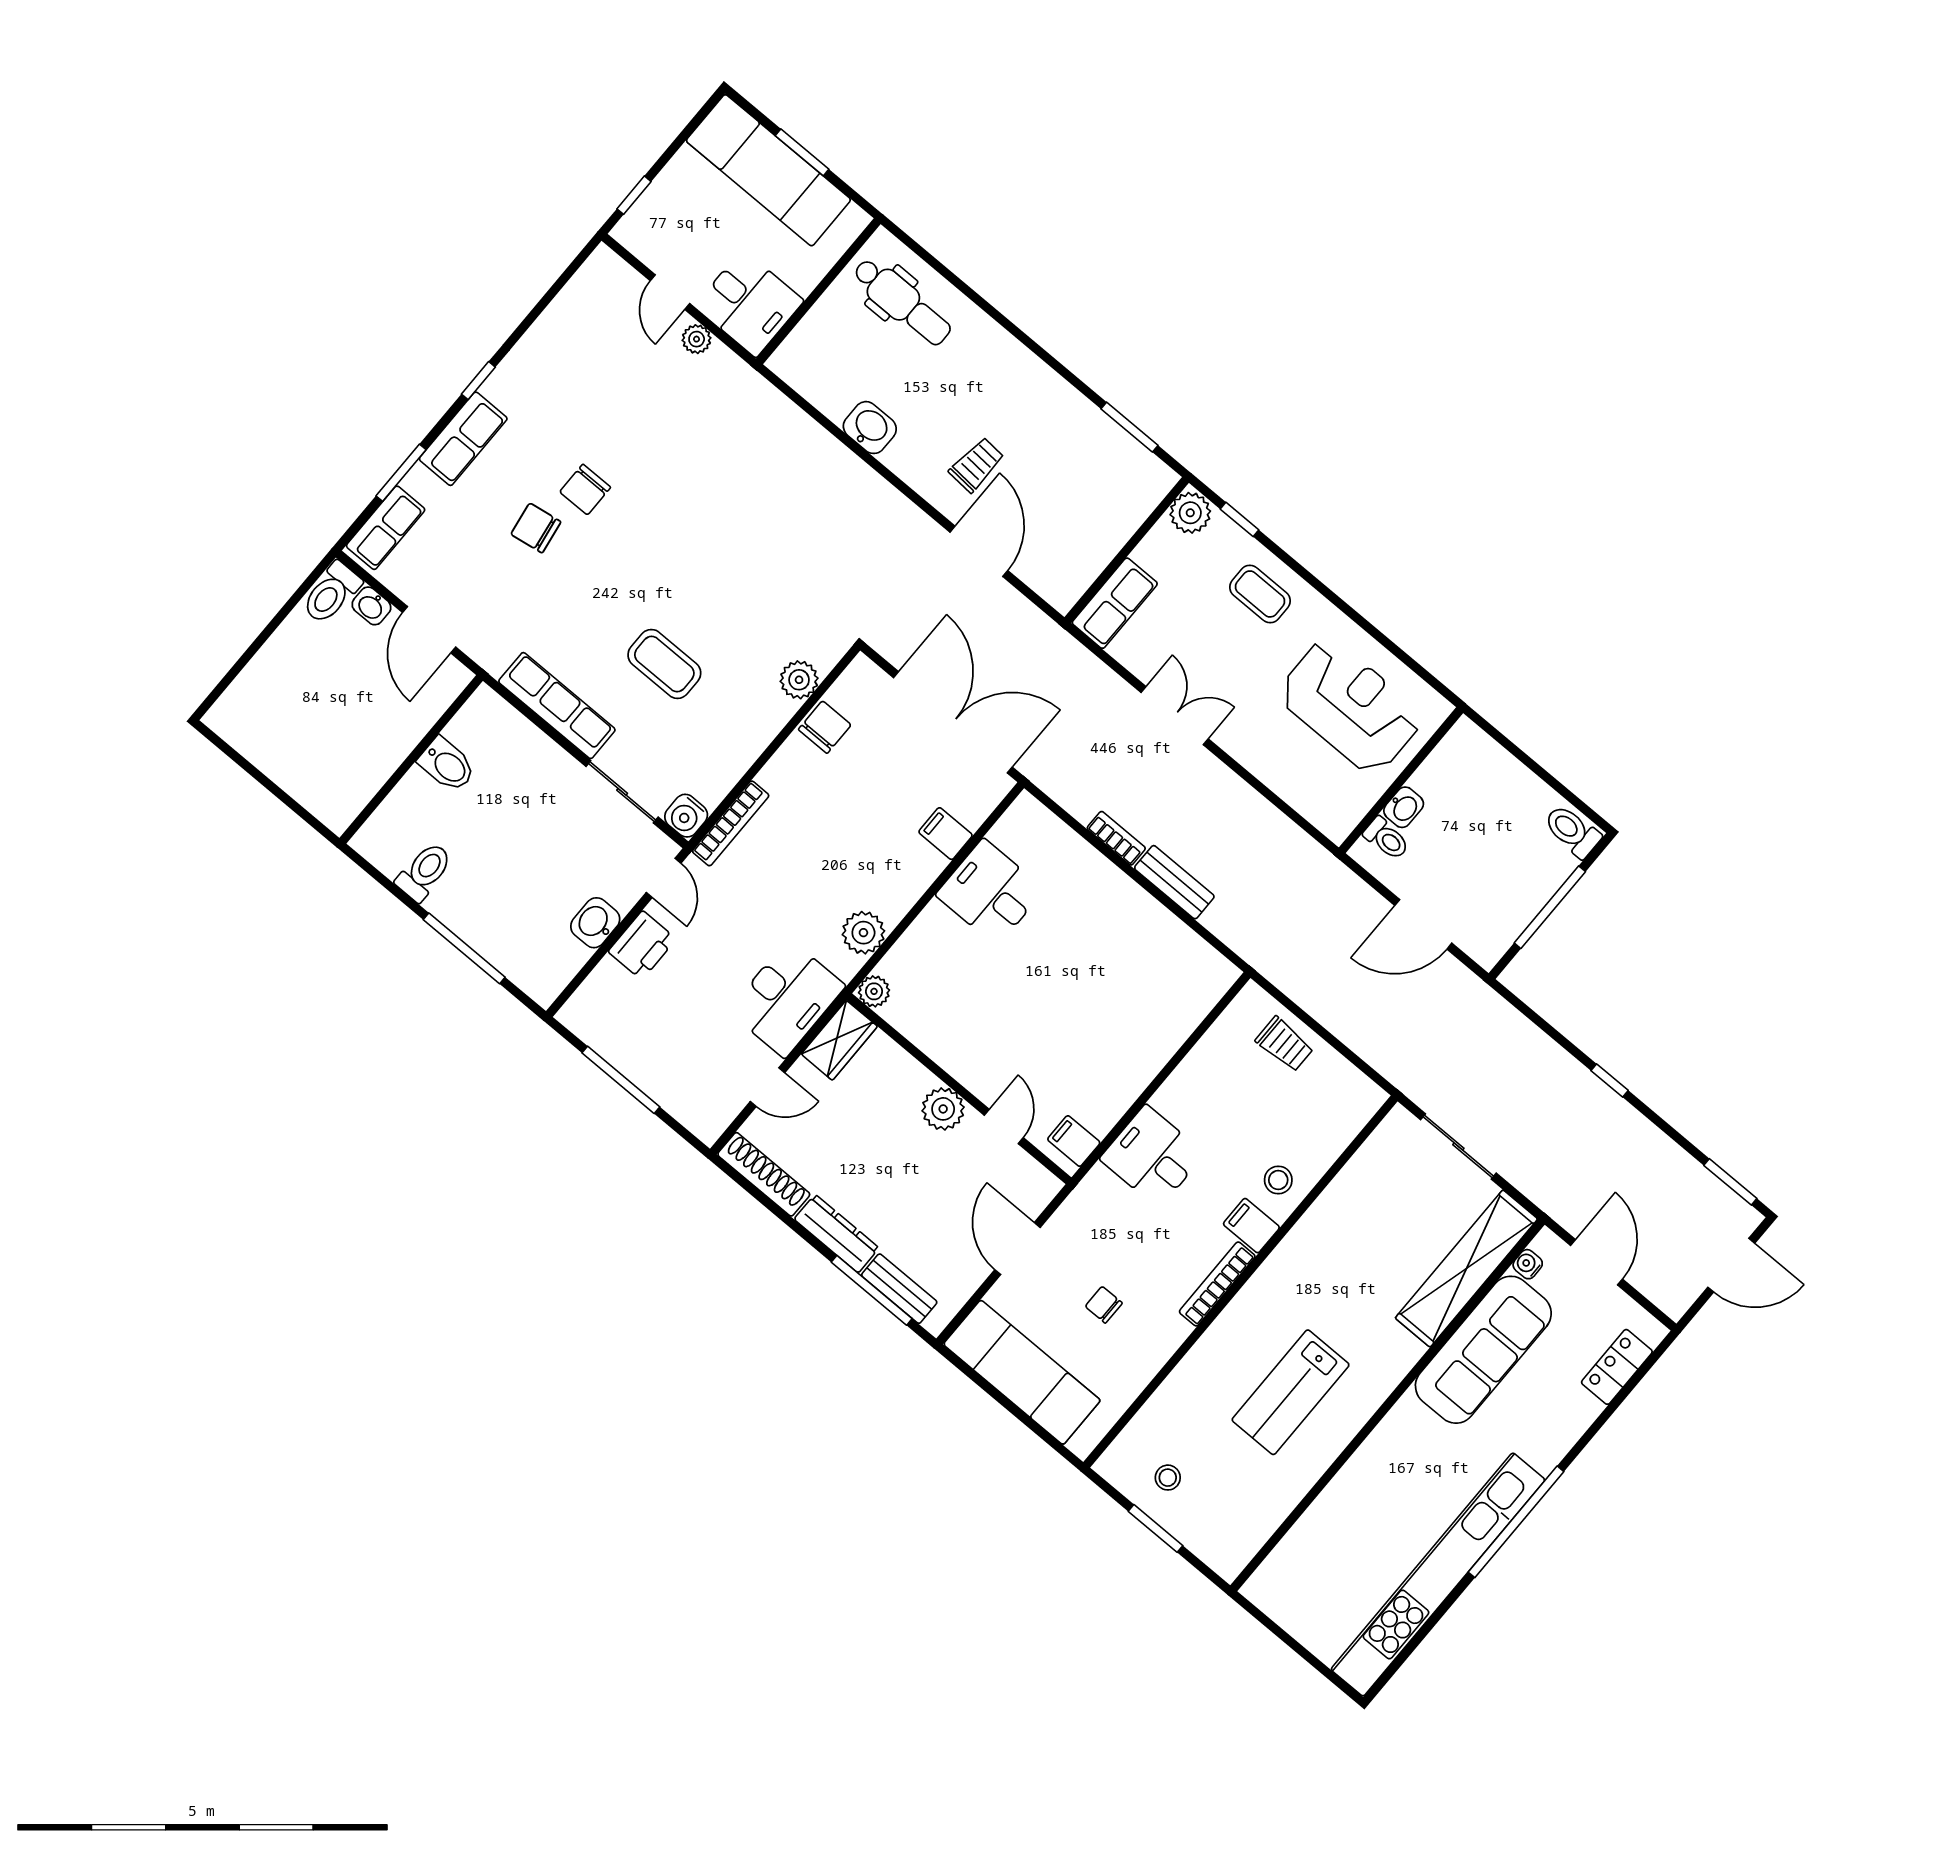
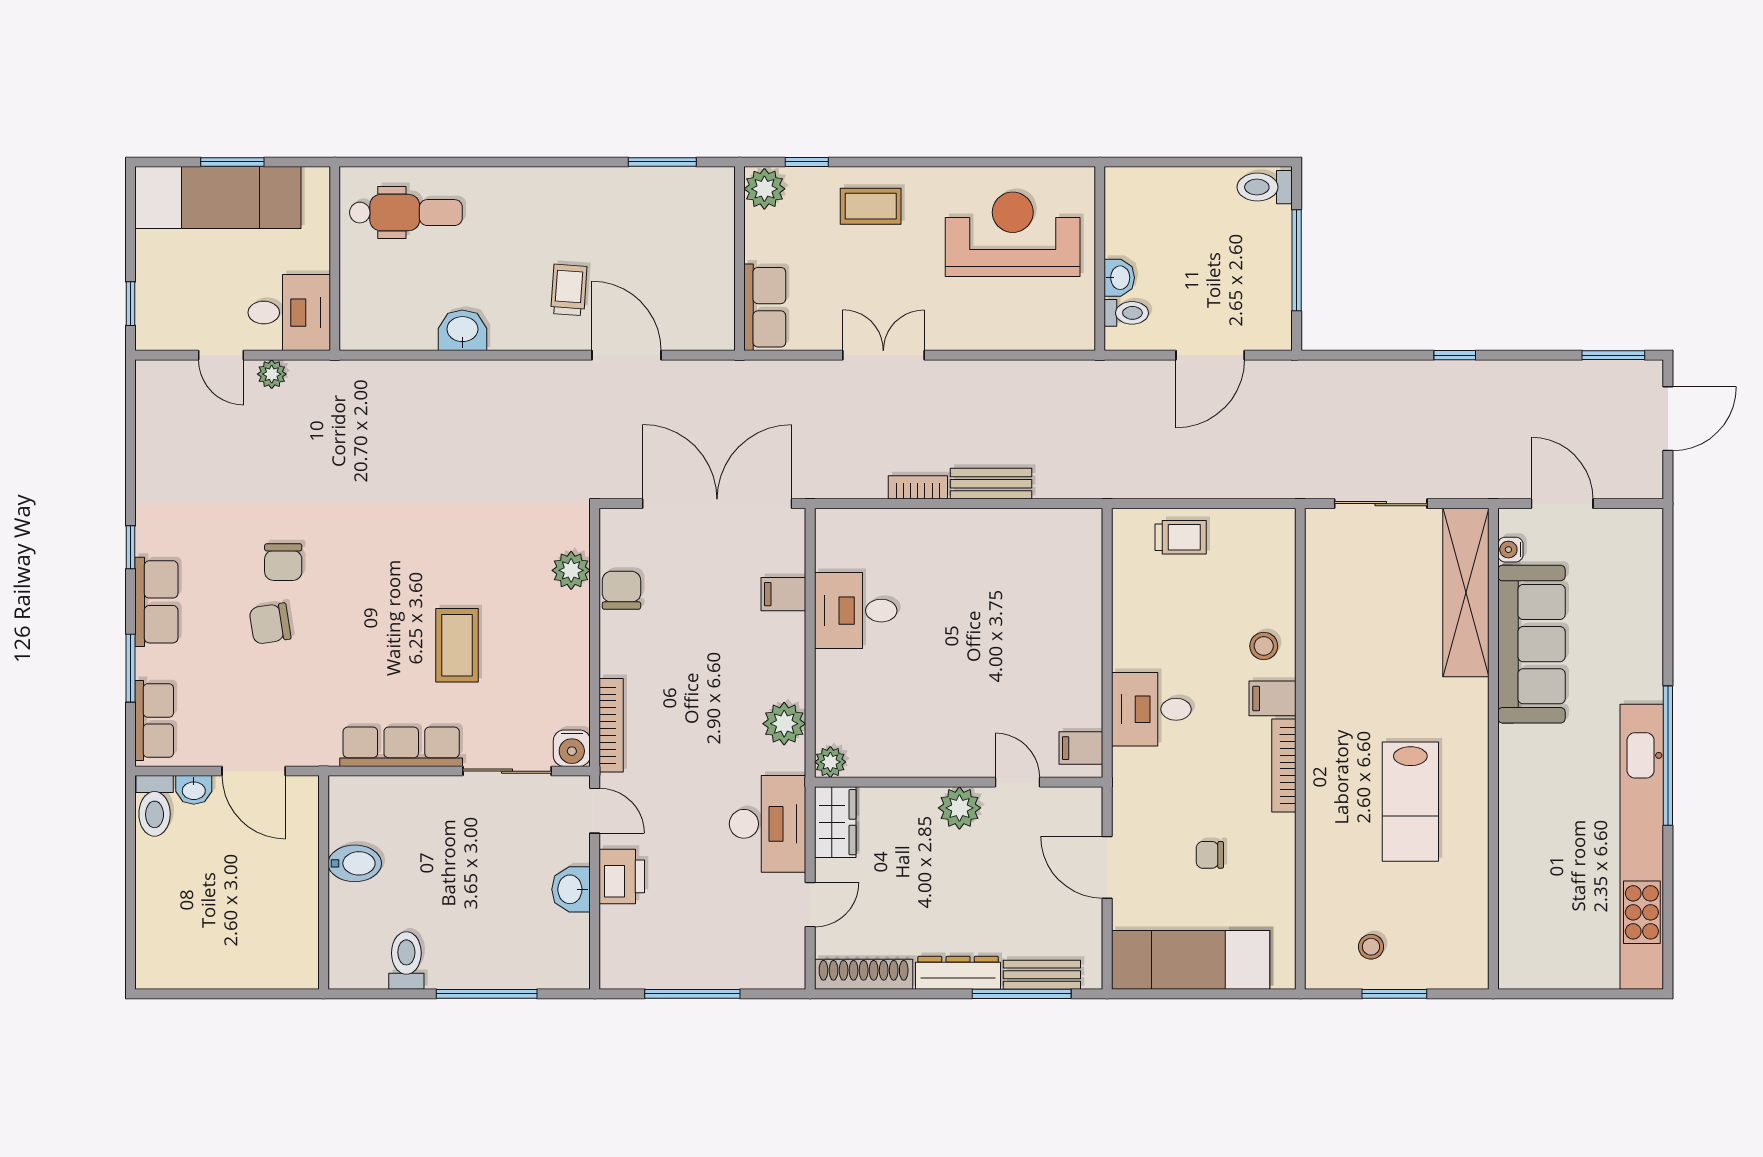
coffee table: (664, 664) -> (457, 645), turned 90
locker: (1617, 1367) -> (1646, 571), removed

